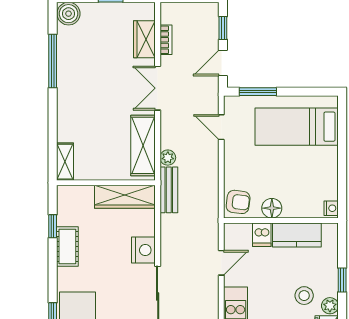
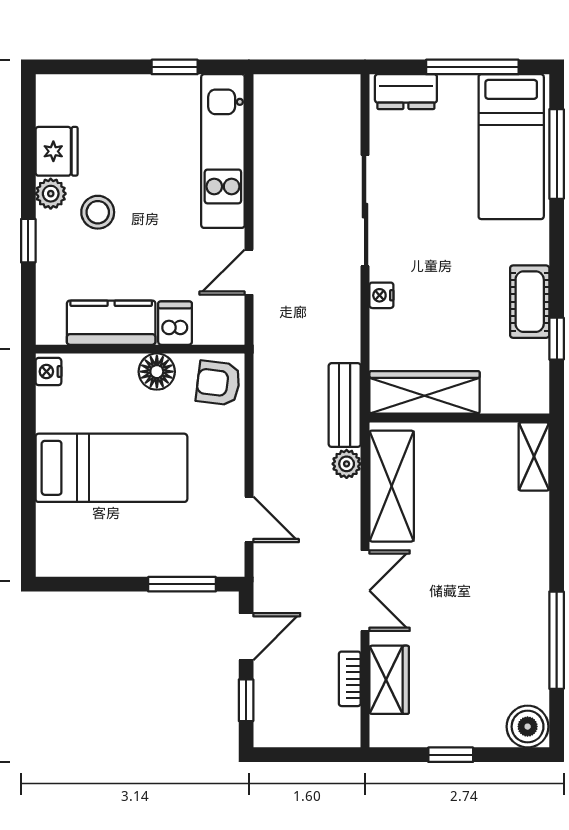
bed: (297, 127) -> (111, 468), moved
nightstand: (143, 250) -> (381, 295), width x0.53, depth x0.56

